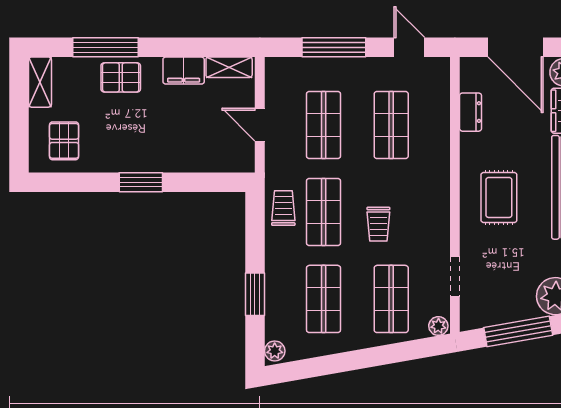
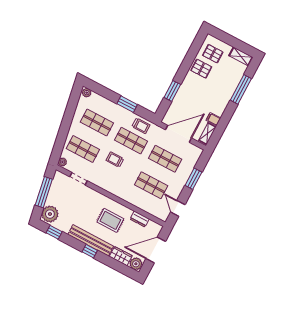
window: (334, 47) -> (193, 179), width x0.69
door: (409, 47) -> (178, 208), swing flipped
filing cabinet: (184, 71) -> (213, 119), width x0.50
pallet: (121, 77) -> (201, 69), moved, turned 90
door: (260, 125) -> (178, 134), width x1.87
window: (141, 182) -> (172, 91), moved
rug: (499, 197) -> (110, 220), moved
window: (255, 294) -> (127, 104), moved

